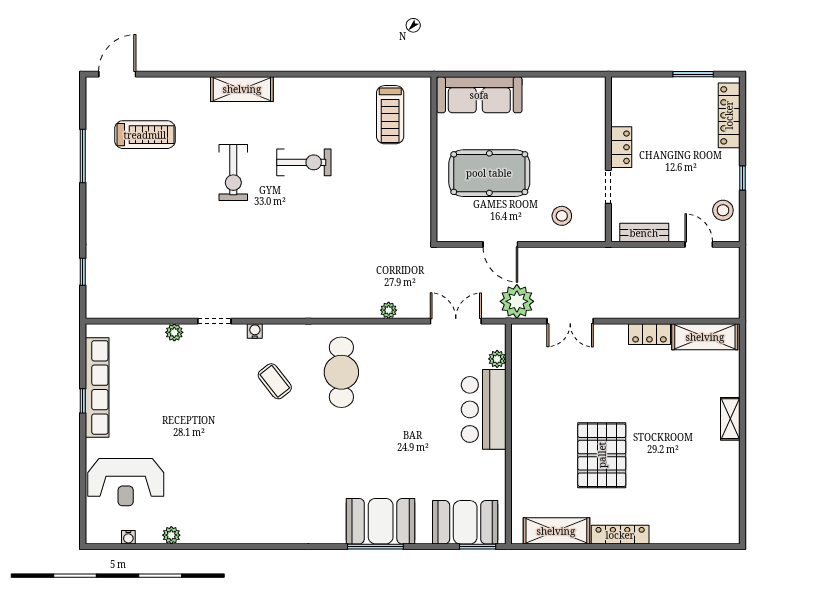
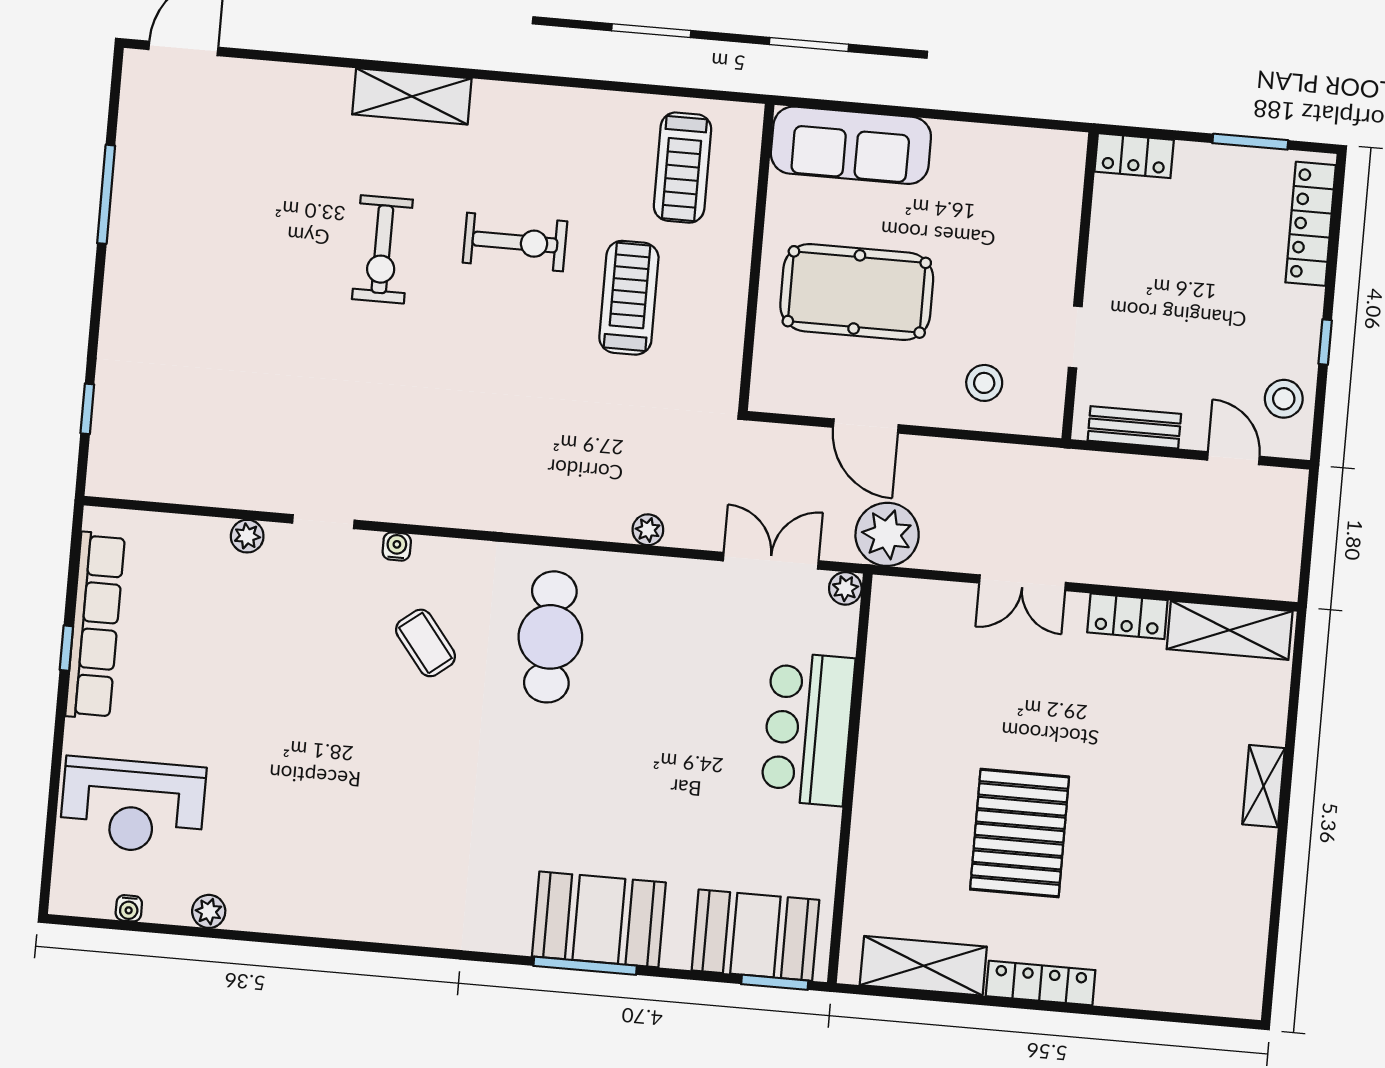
treadmill: (145, 135) -> (629, 298), moved, turned -90
locker: (621, 147) -> (1134, 156), moved, turned 90
double door: (570, 321) -> (1022, 583), moved
plant: (497, 359) -> (845, 588), moved

